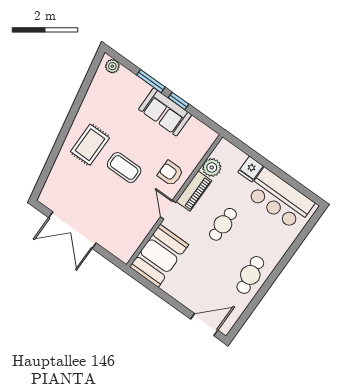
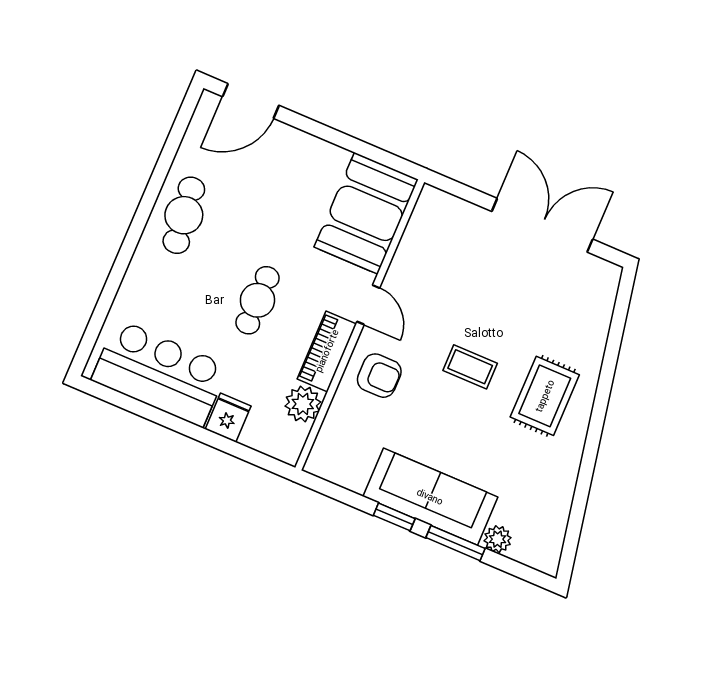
plant: (112, 66) -> (498, 539), moved
sofa: (165, 112) -> (430, 497), width x1.36
coffee table: (124, 168) -> (470, 367), width x0.73, depth x0.77

